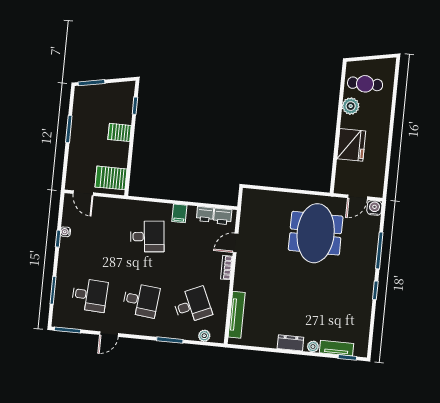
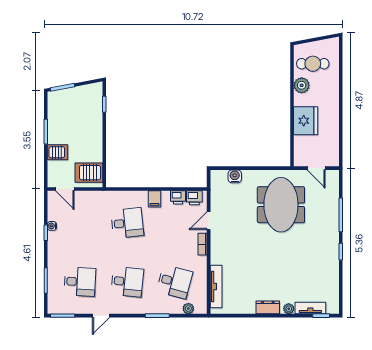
server rack: (120, 132) -> (58, 152), moved, turned 180
door: (358, 197) -> (316, 168), hinge flipped
water cooler: (374, 208) -> (235, 176), moved
desk: (192, 305) -> (175, 282), turned 39

